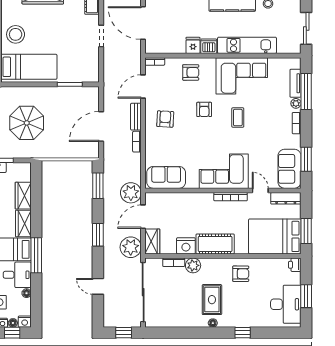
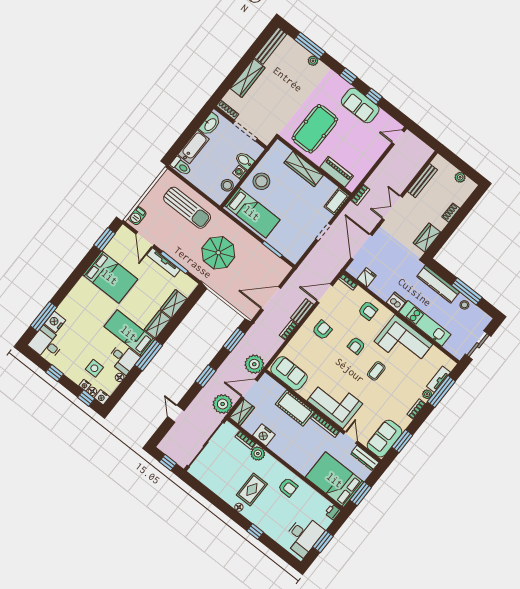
fridge: (193, 45) -> (367, 277), moved
cot: (215, 244) -> (295, 408), moved

